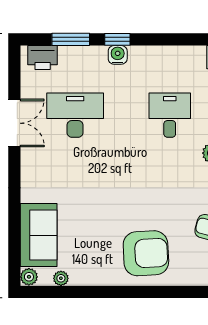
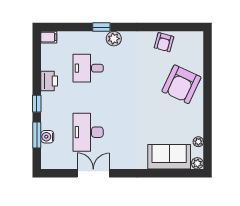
water cooler: (118, 55) -> (47, 137), moved
printer: (43, 58) -> (49, 81), moved
armchair: (146, 253) -> (181, 84), turned -152

